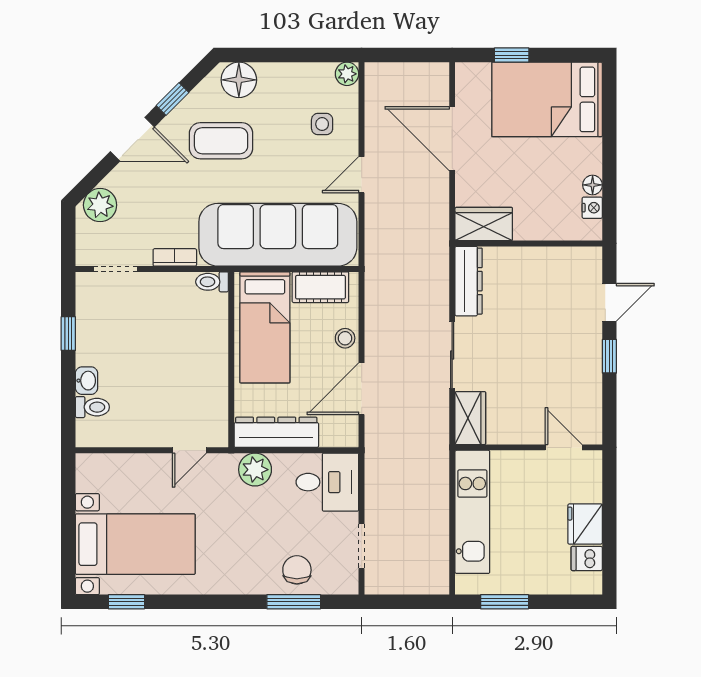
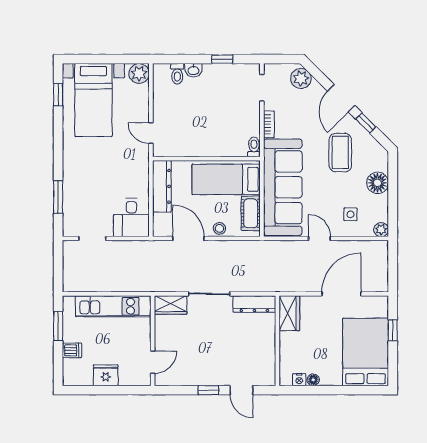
floor lamp: (239, 80) -> (377, 183), moved
plant: (255, 470) -> (139, 73), moved
dishwasher: (587, 558) -> (72, 350), moved, turned 90
chair: (297, 570) -> (78, 199), removed

